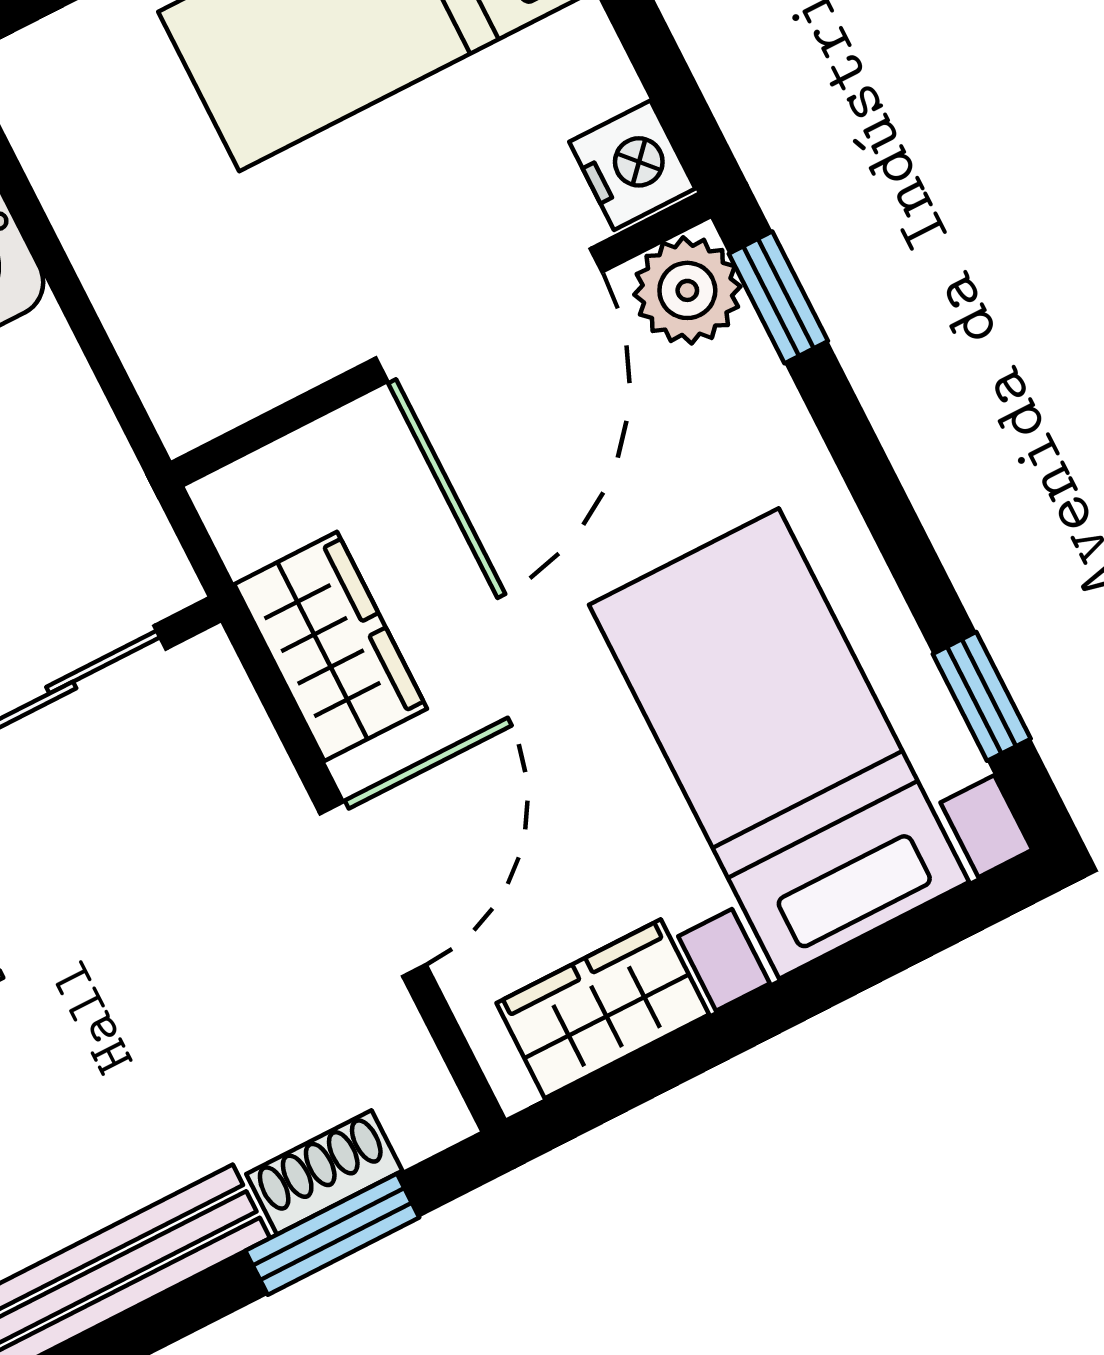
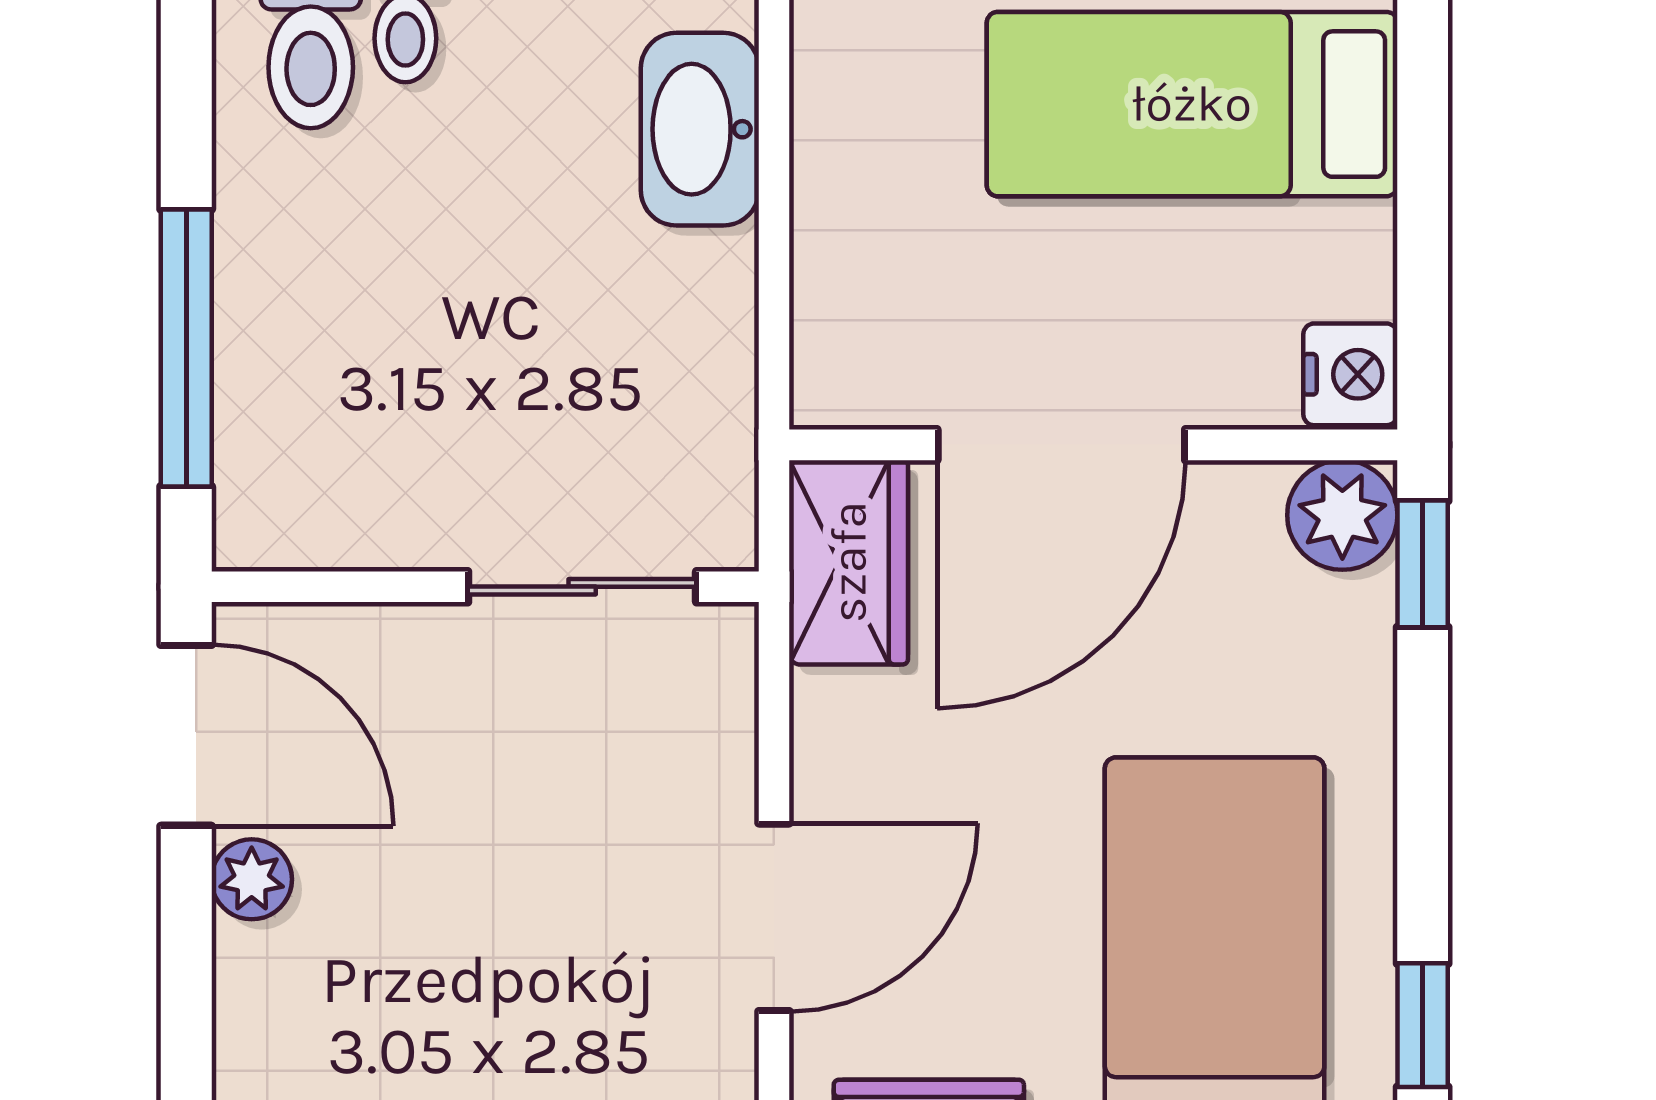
door: (489, 315) -> (1061, 445), moved
wardrobe: (331, 646) -> (849, 562), moved

